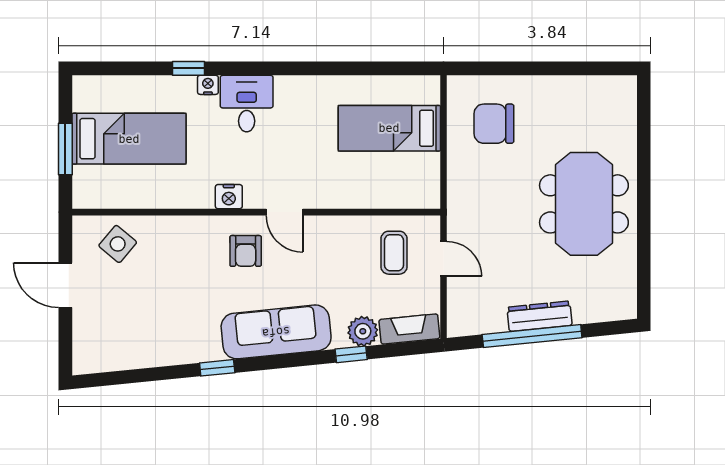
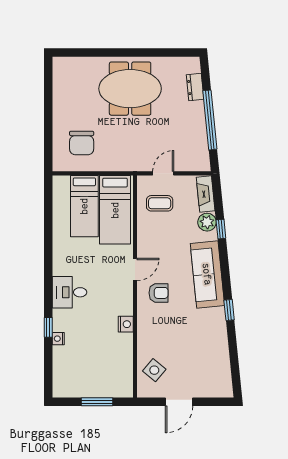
nightstand: (208, 85) -> (58, 339), moved
bed: (129, 139) -> (115, 210), moved, turned 180
nightstand: (229, 197) -> (126, 324), moved
dresser: (540, 316) -> (195, 87), moved, width x0.70

